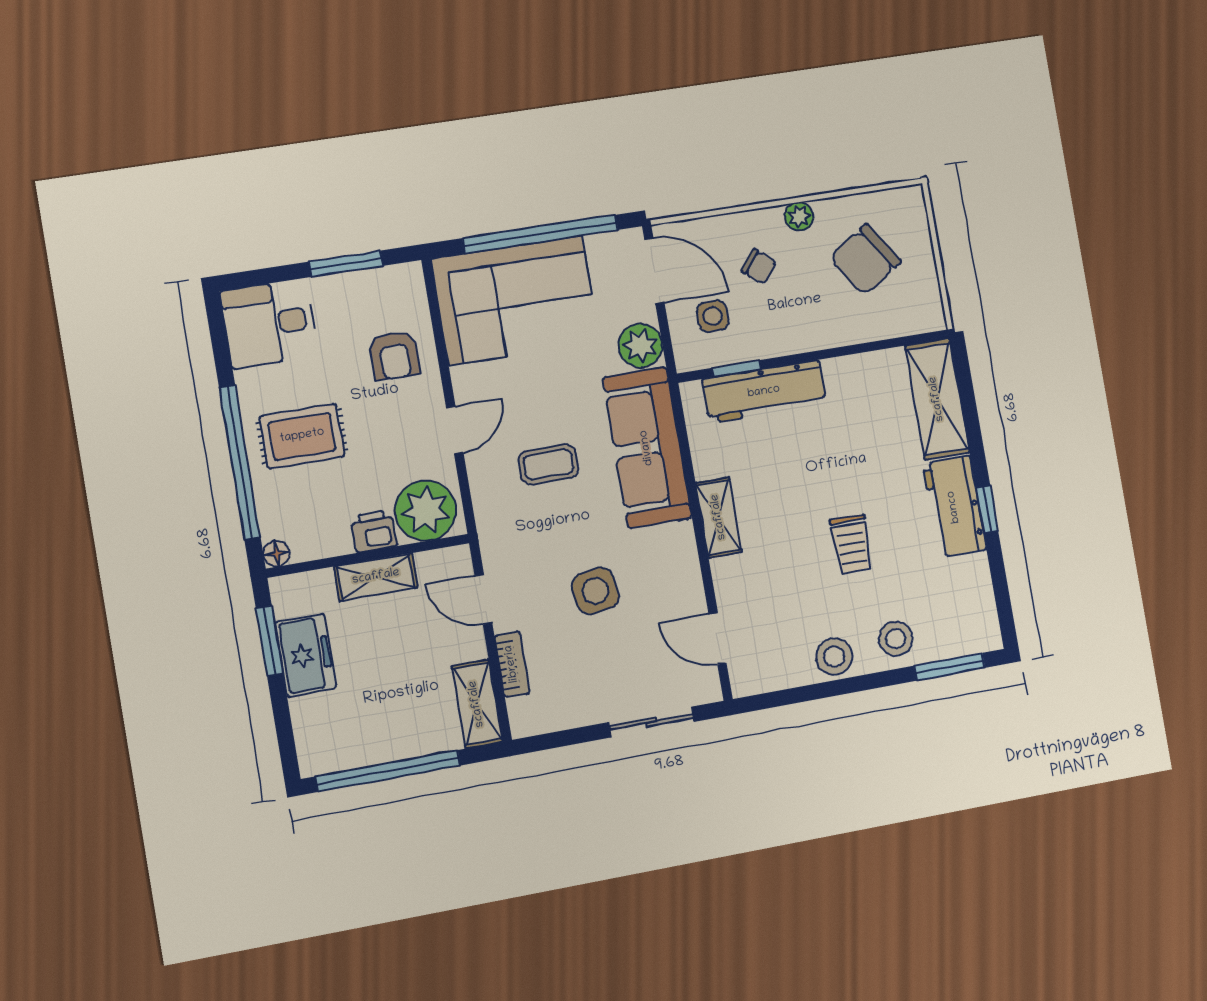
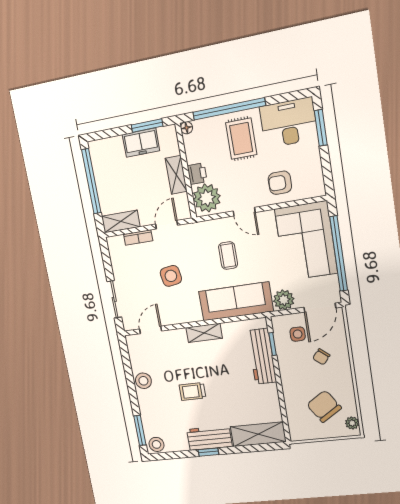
plant: (799, 217) -> (352, 423), moved
window: (346, 264) -> (321, 128), moved
desk: (269, 324) -> (289, 123), width x1.37
stool: (896, 639) -> (156, 444), moved

